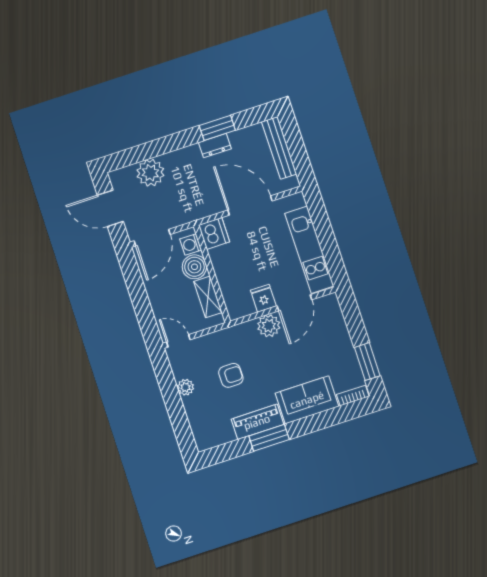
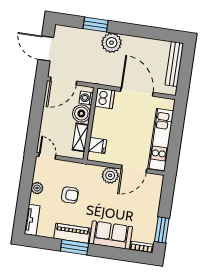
window: (217, 128) -> (96, 24), moved
dresser: (215, 146) -> (134, 42), removed
plant: (150, 173) -> (112, 43), moved
fridge: (263, 298) -> (97, 146), moved, turned 90
tv unit: (199, 430) -> (32, 220), added

